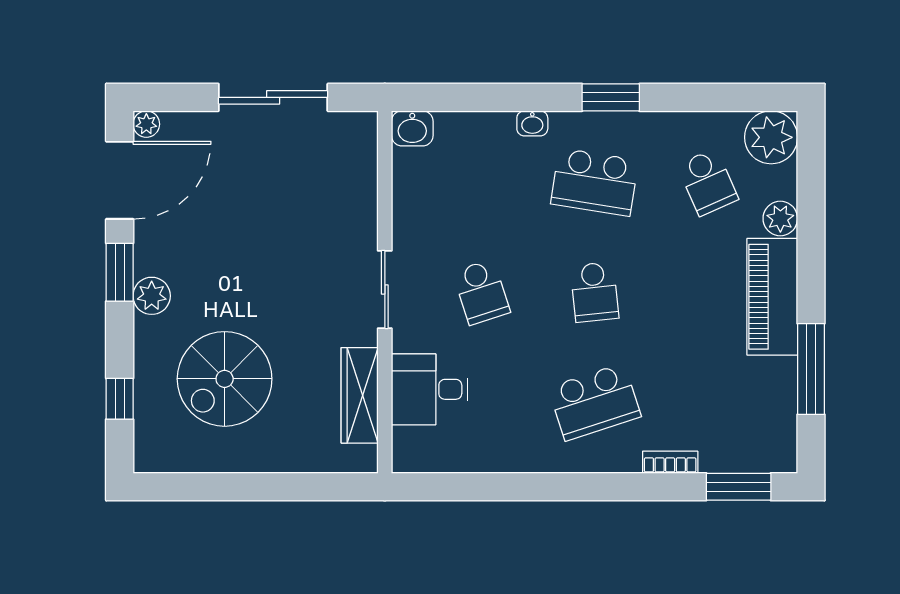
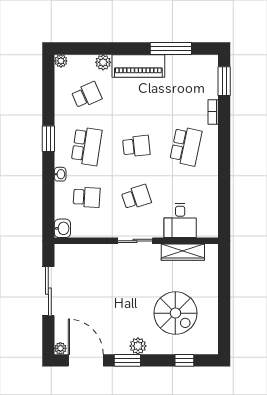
plant: (771, 137) -> (61, 61), width x0.53, depth x0.53
school desk: (481, 182) -> (87, 197), added
school desk: (595, 402) -> (186, 146), turned 30

